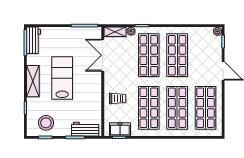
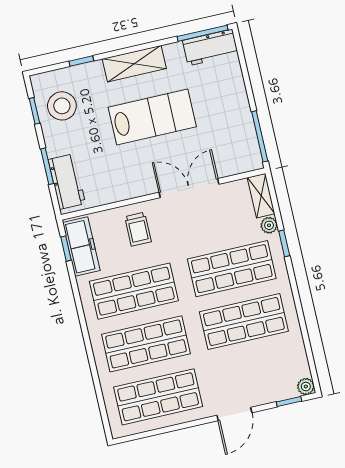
double door: (103, 55) -> (189, 188), moved
freezer: (120, 129) -> (81, 246), width x1.40

